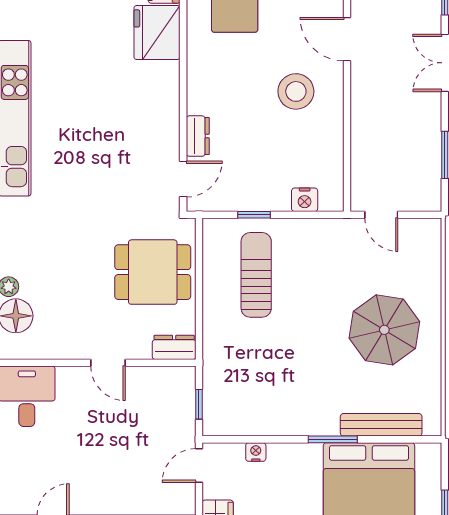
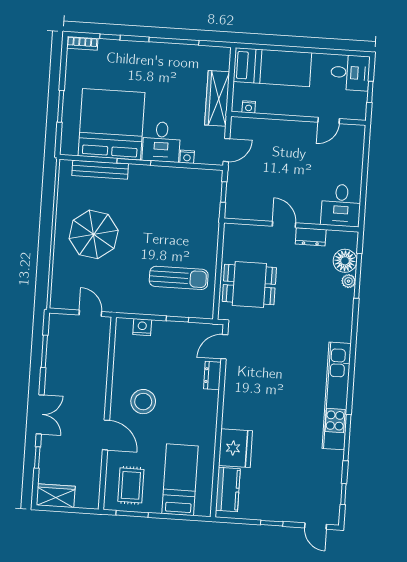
sun lounger: (256, 275) -> (179, 278), turned -90
dresser: (174, 347) -> (311, 237), moved
desk: (295, 471) -> (161, 142), added

